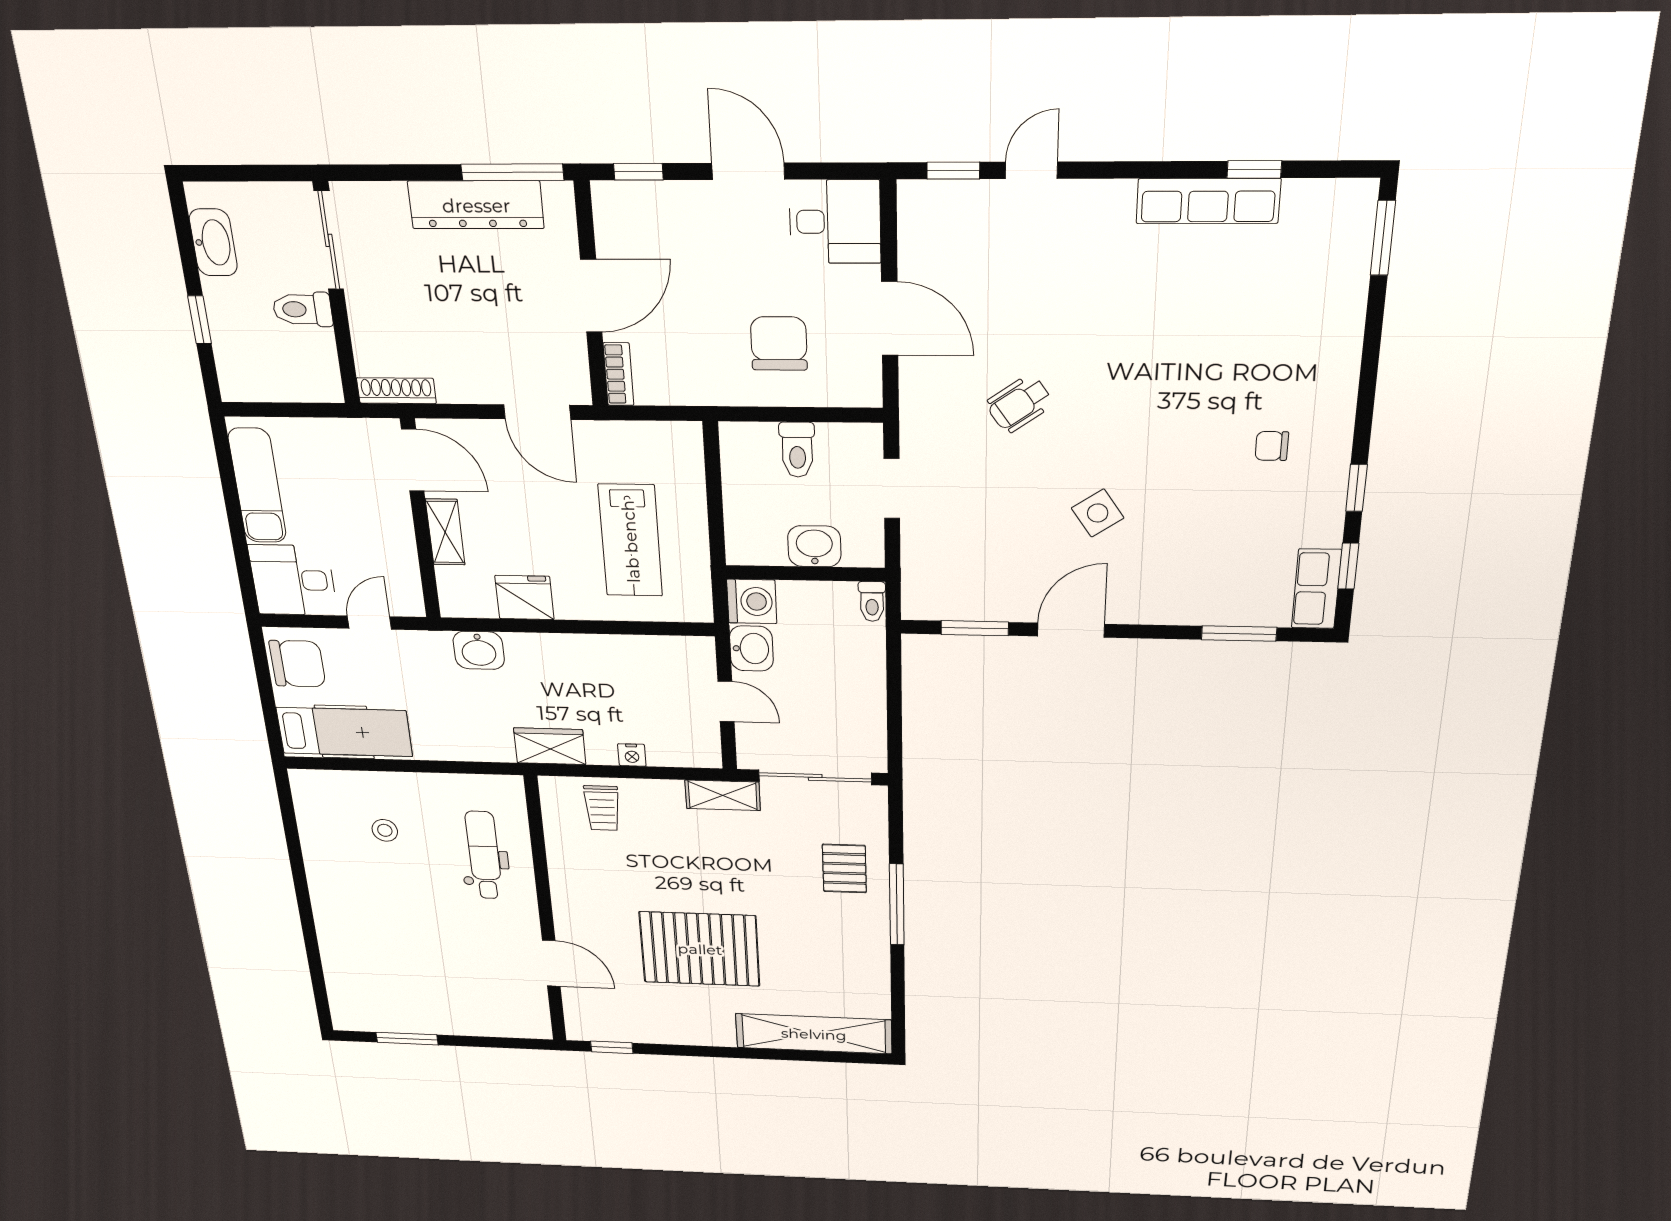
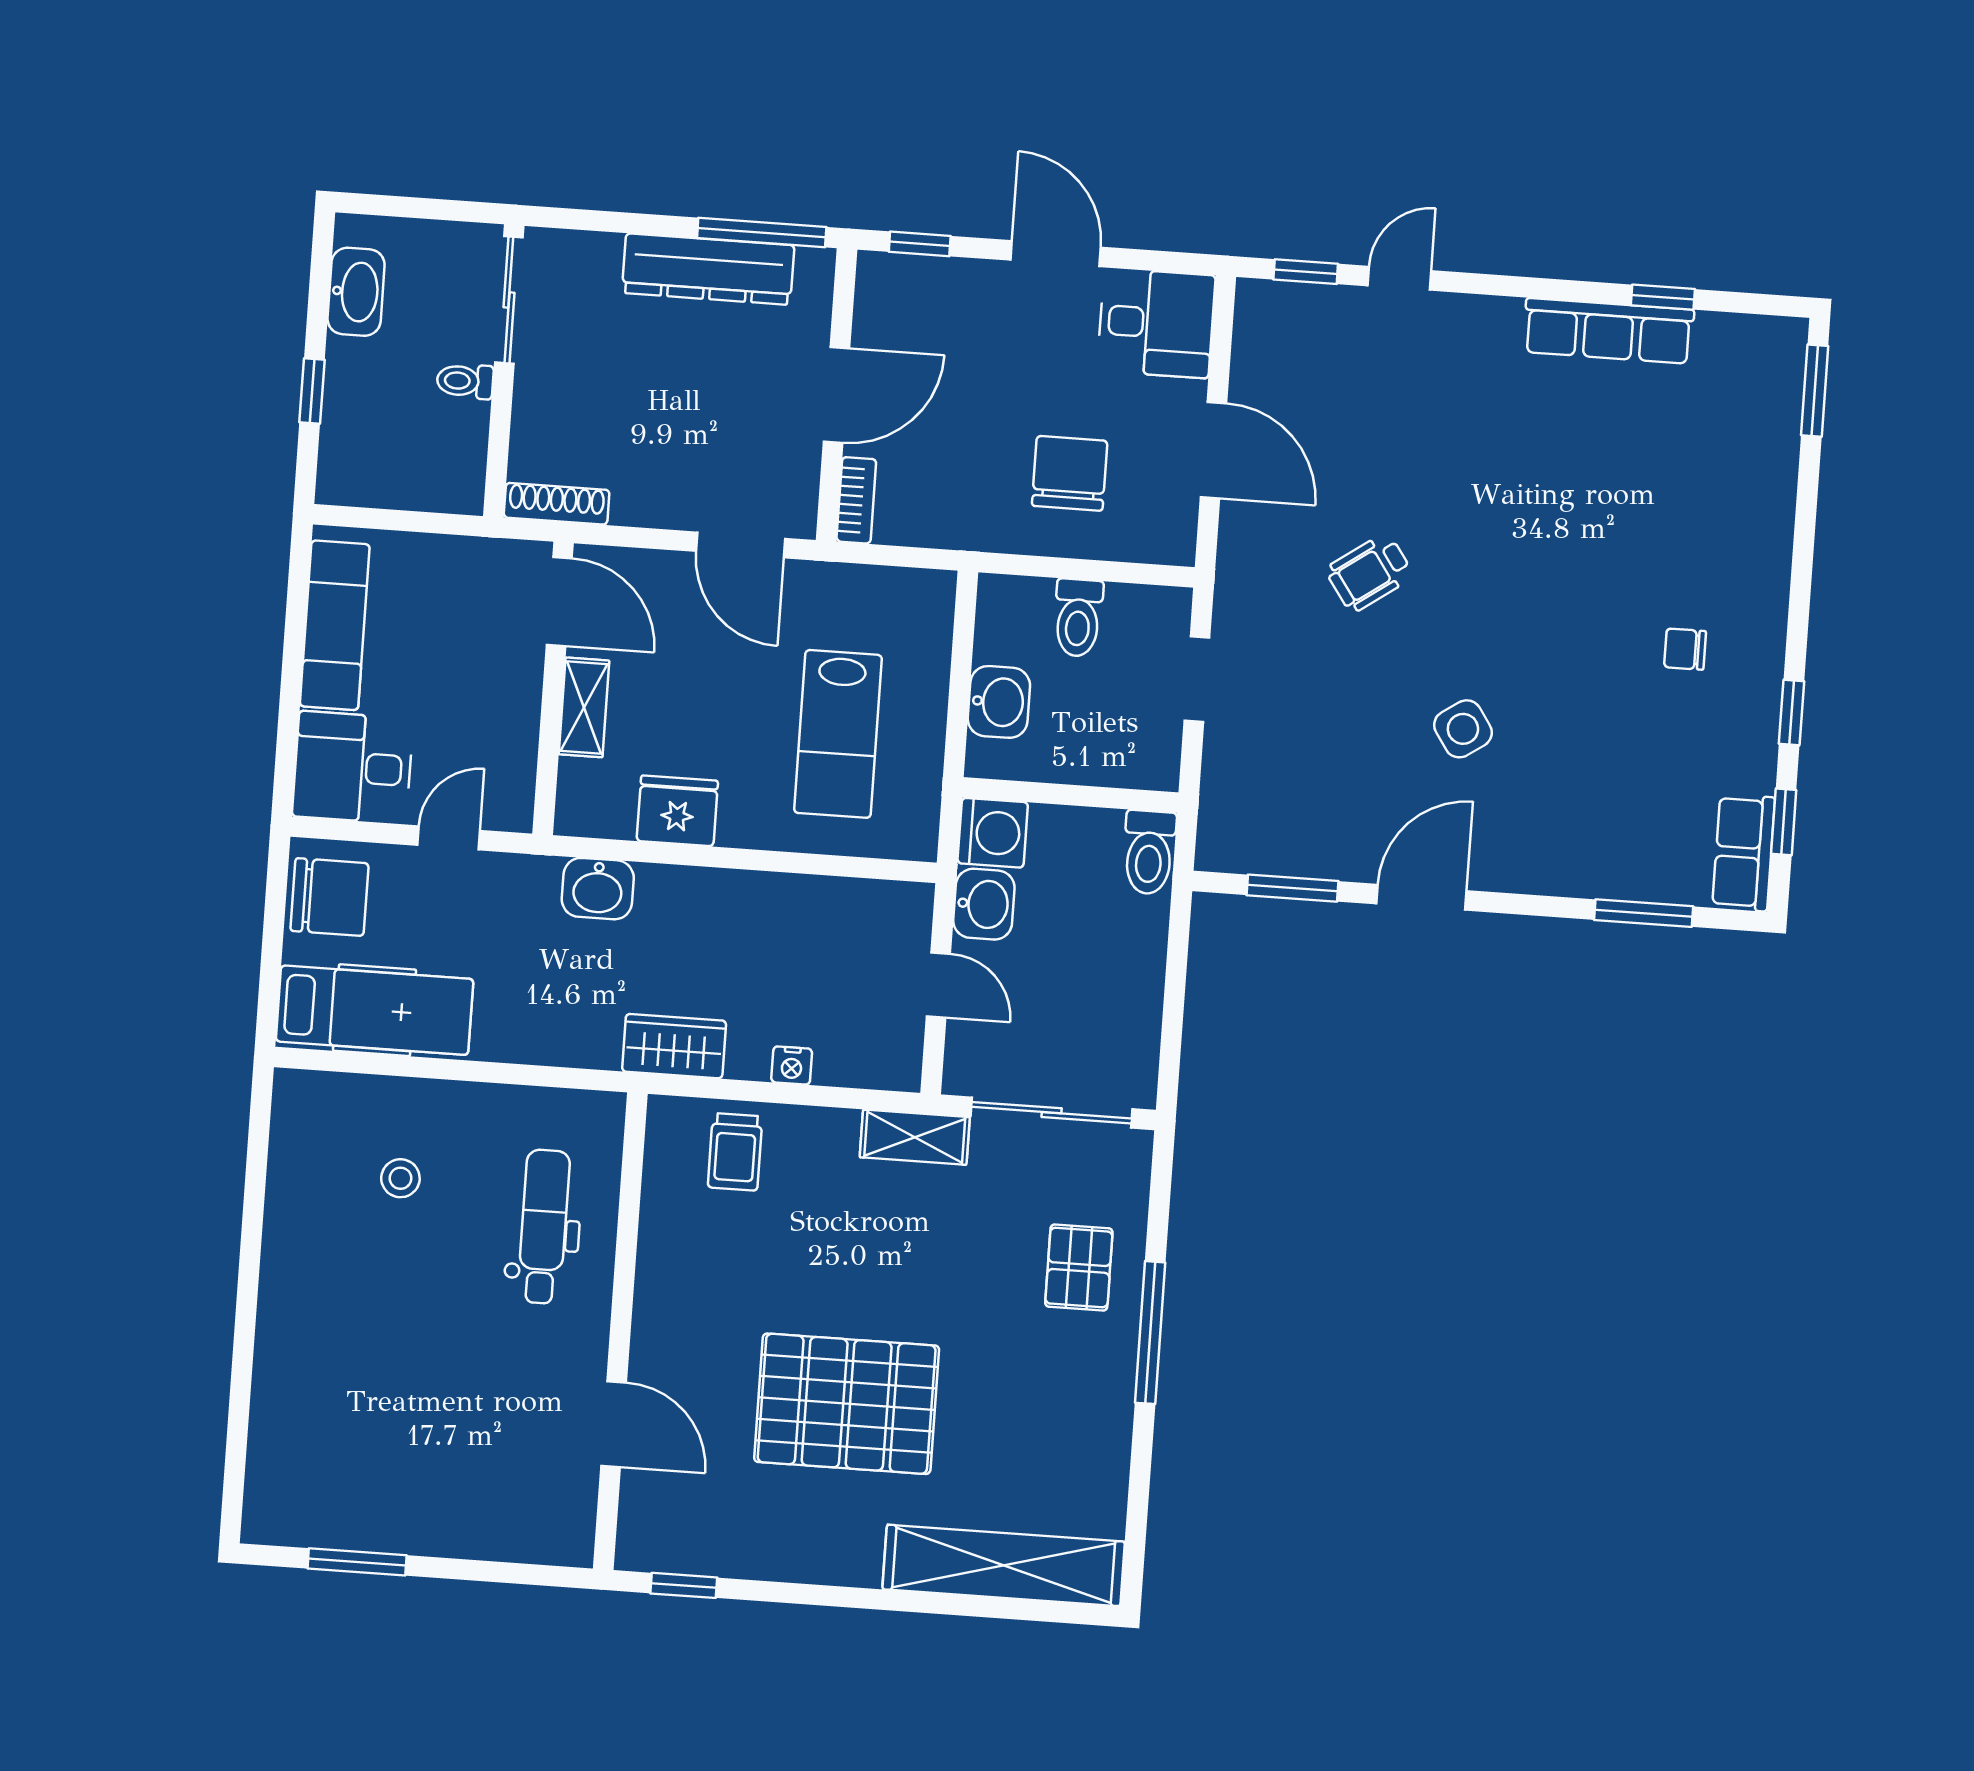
toilet: (302, 309) -> (465, 381), width x0.73, depth x0.72
washbasin: (814, 546) -> (999, 702), moved, turned 90
toilet: (872, 602) -> (1149, 852), width x1.37, depth x1.39

